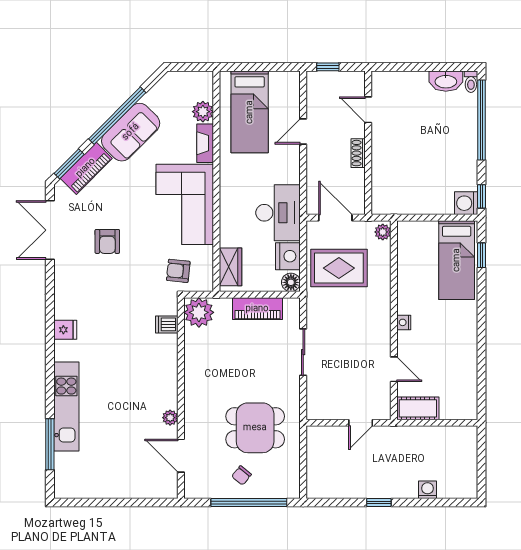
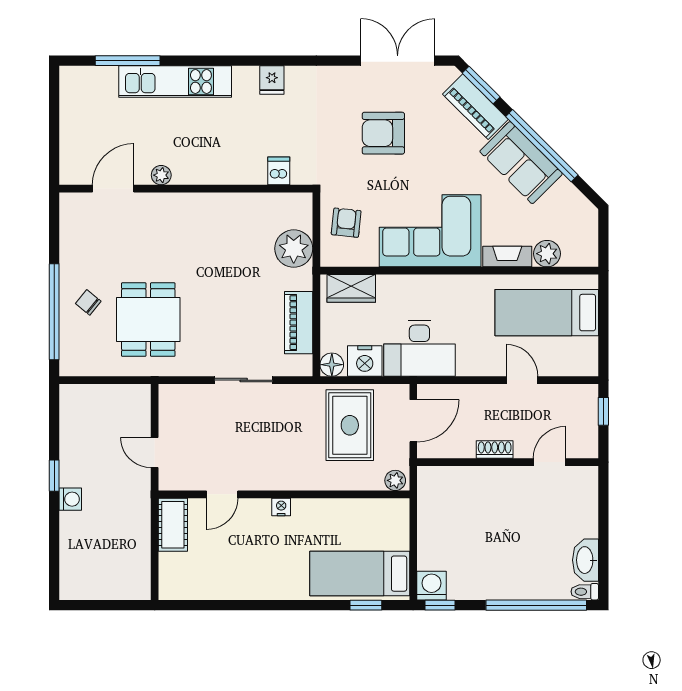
armchair: (107, 241) -> (383, 133), width x1.38, depth x1.38
dishwasher: (167, 324) -> (279, 171), moved
wall: (181, 398) -> (186, 189), moved
plant: (170, 418) -> (161, 175), moved
door: (181, 456) -> (113, 189), moved
washing machine: (427, 490) -> (70, 499), moved

